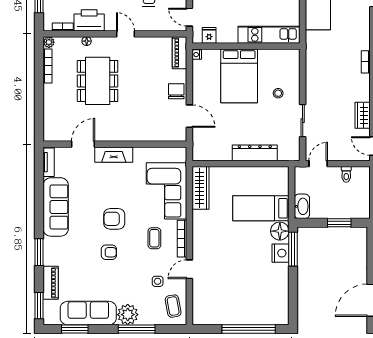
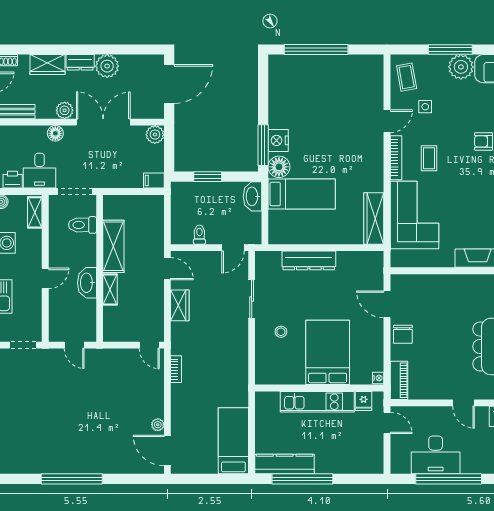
kitchen unit: (269, 35) -> (317, 402), moved
armchair: (114, 219) -> (477, 181), removed

